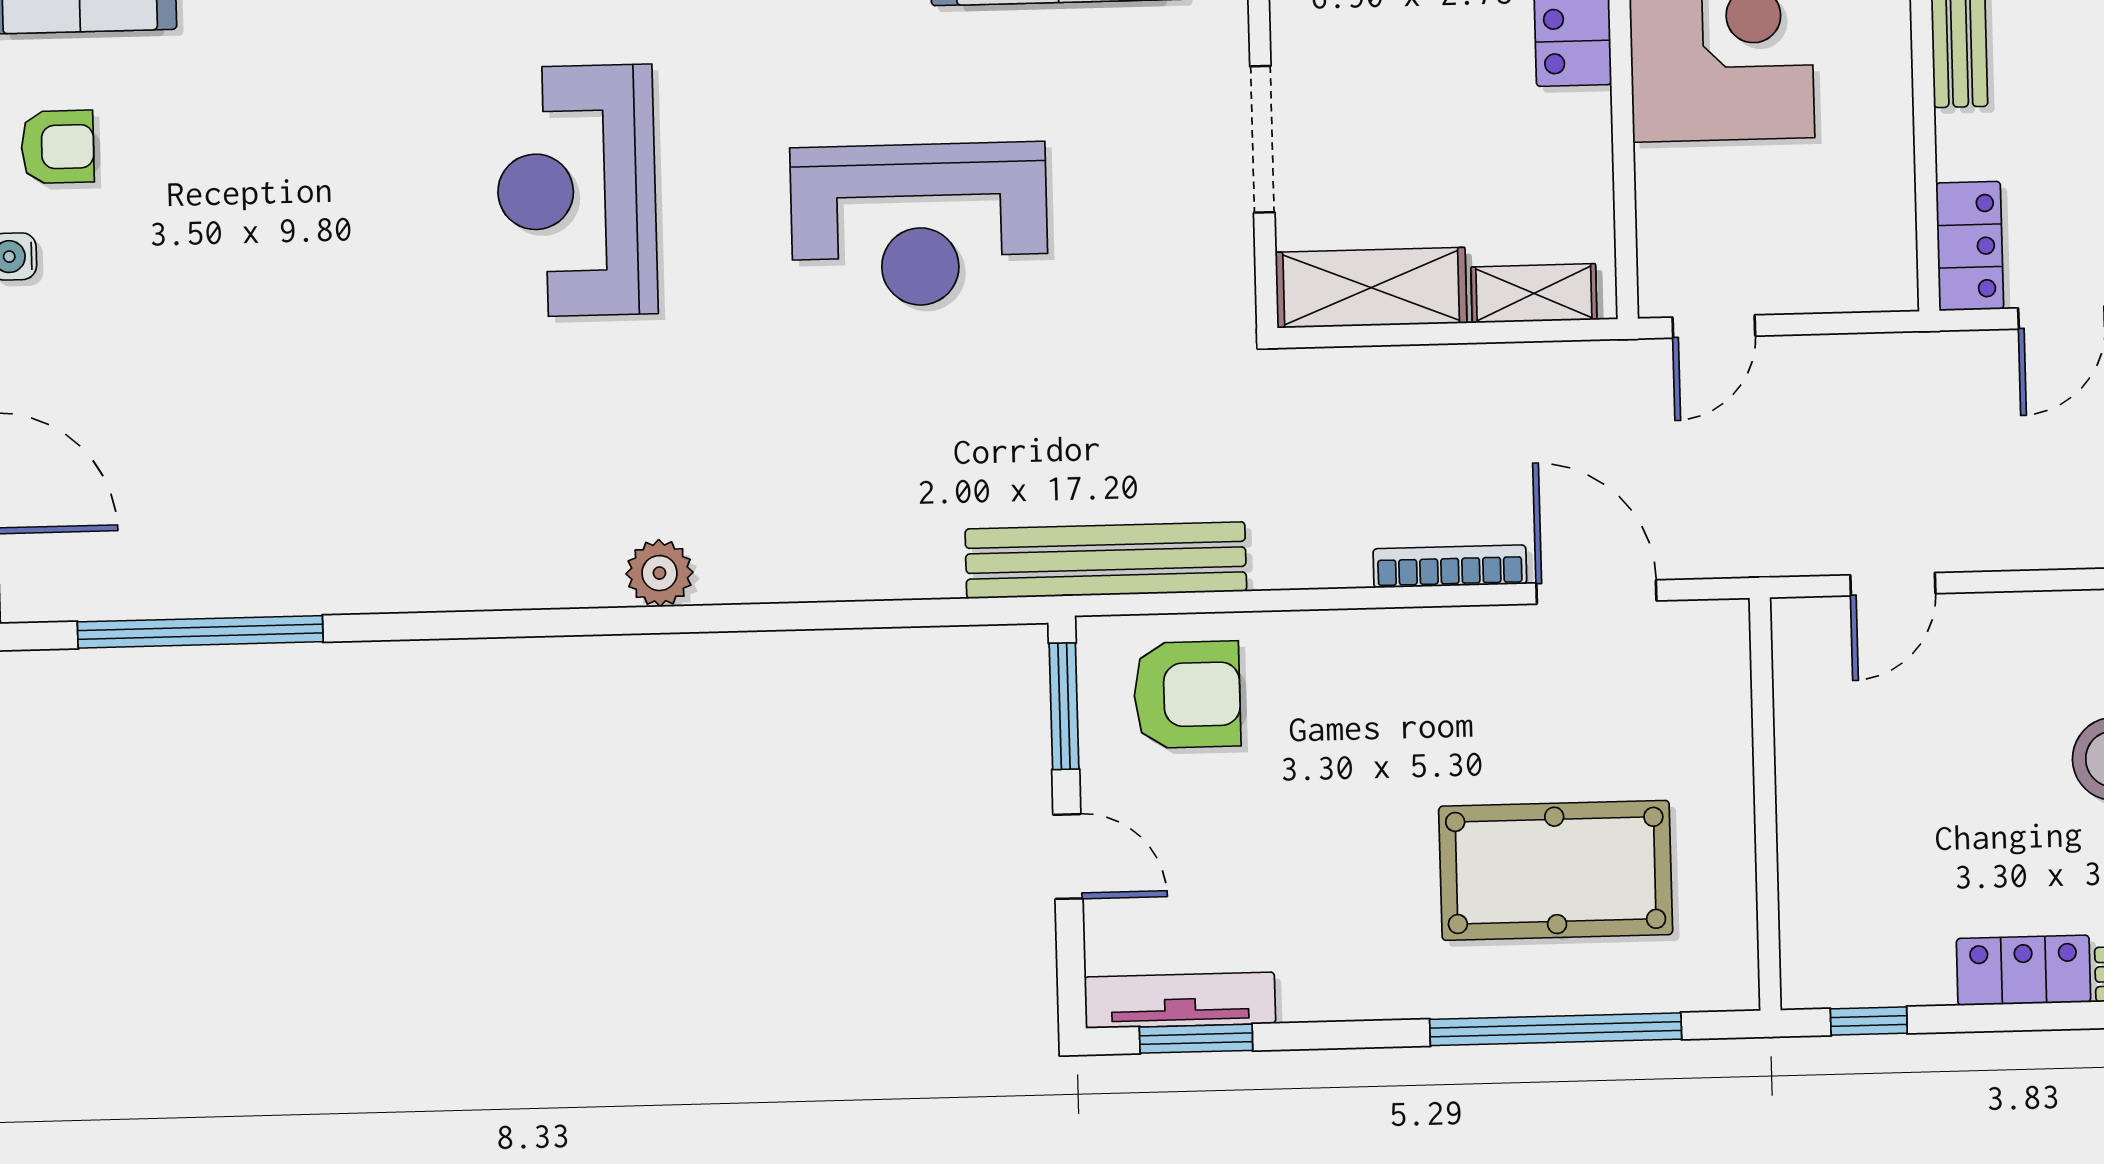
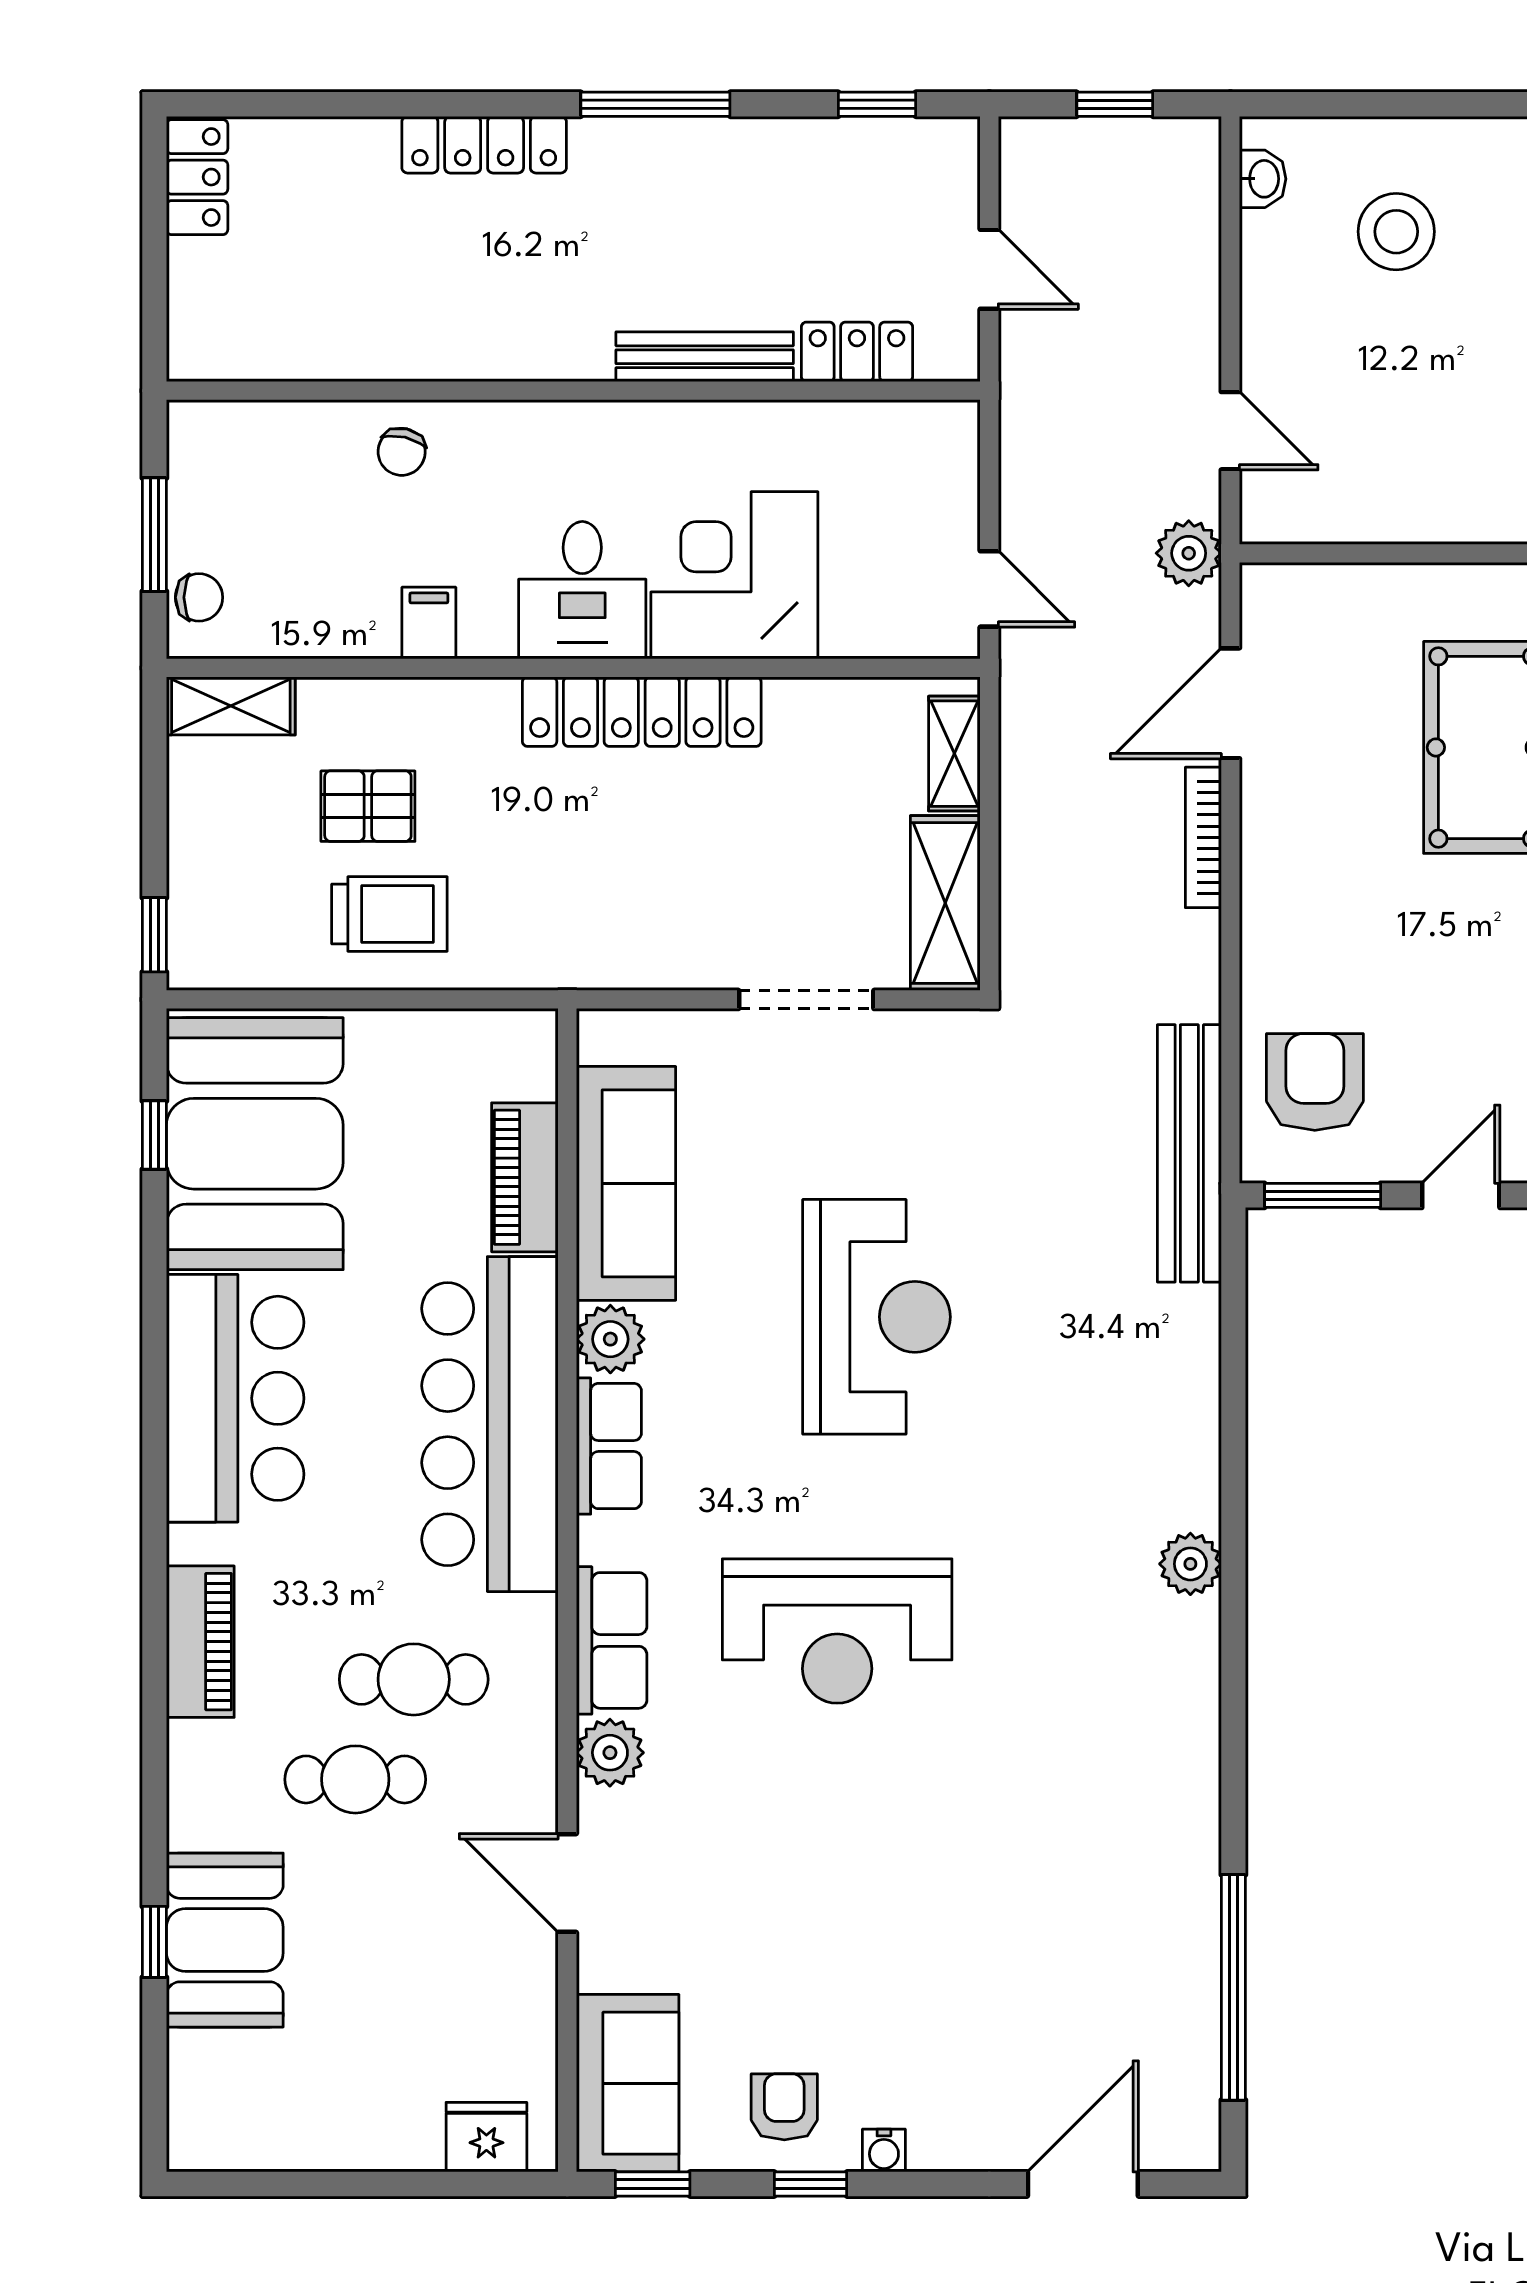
locker: (1970, 246) -> (857, 352), moved
plant: (1758, 542) -> (1189, 553), added

